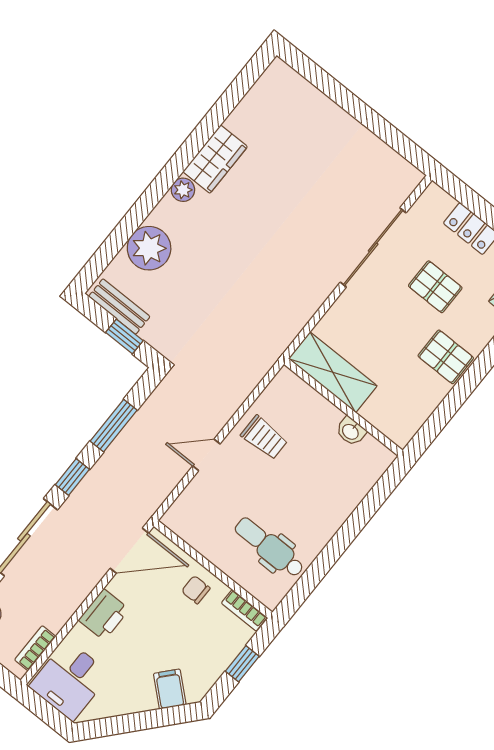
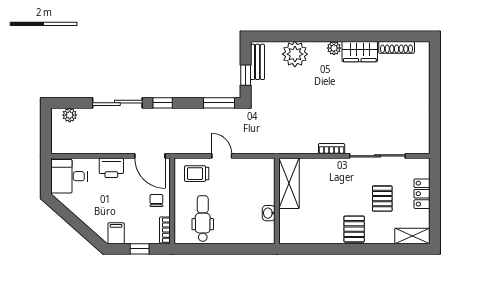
shoe rack: (249, 106) -> (397, 47), added
shelving: (333, 372) -> (289, 183), moved
wall: (343, 407) -> (277, 201), moved
window: (114, 426) -> (219, 103), moved
washbasin: (351, 431) -> (269, 213), moved
trolley: (264, 438) -> (197, 174), moved, turned 90
bookcase: (35, 648) -> (332, 149), moved
filing cabinet: (170, 689) -> (116, 233), moved, turned -42

